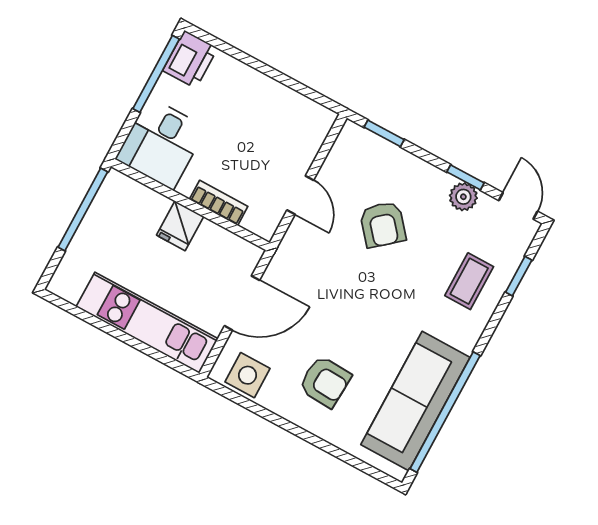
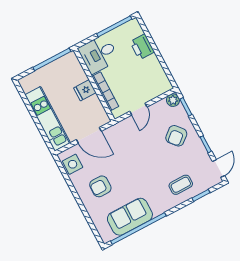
printer: (190, 59) -> (142, 47), moved, turned 90
plant: (463, 197) -> (173, 100), moved
bookcase: (219, 203) -> (105, 91), width x1.56
armchair: (383, 224) -> (176, 136), moved
armchair: (325, 382) -> (100, 186), turned 87
sofa: (415, 401) -> (130, 217), width x0.73

